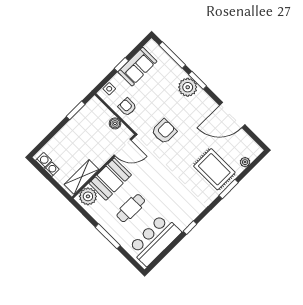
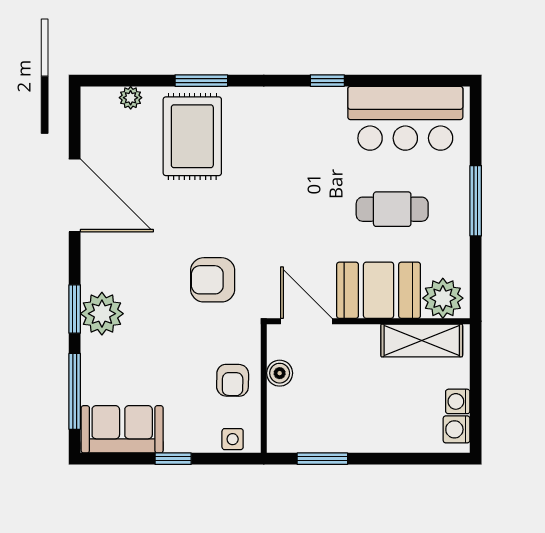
sofa: (137, 67) -> (122, 429), moved

